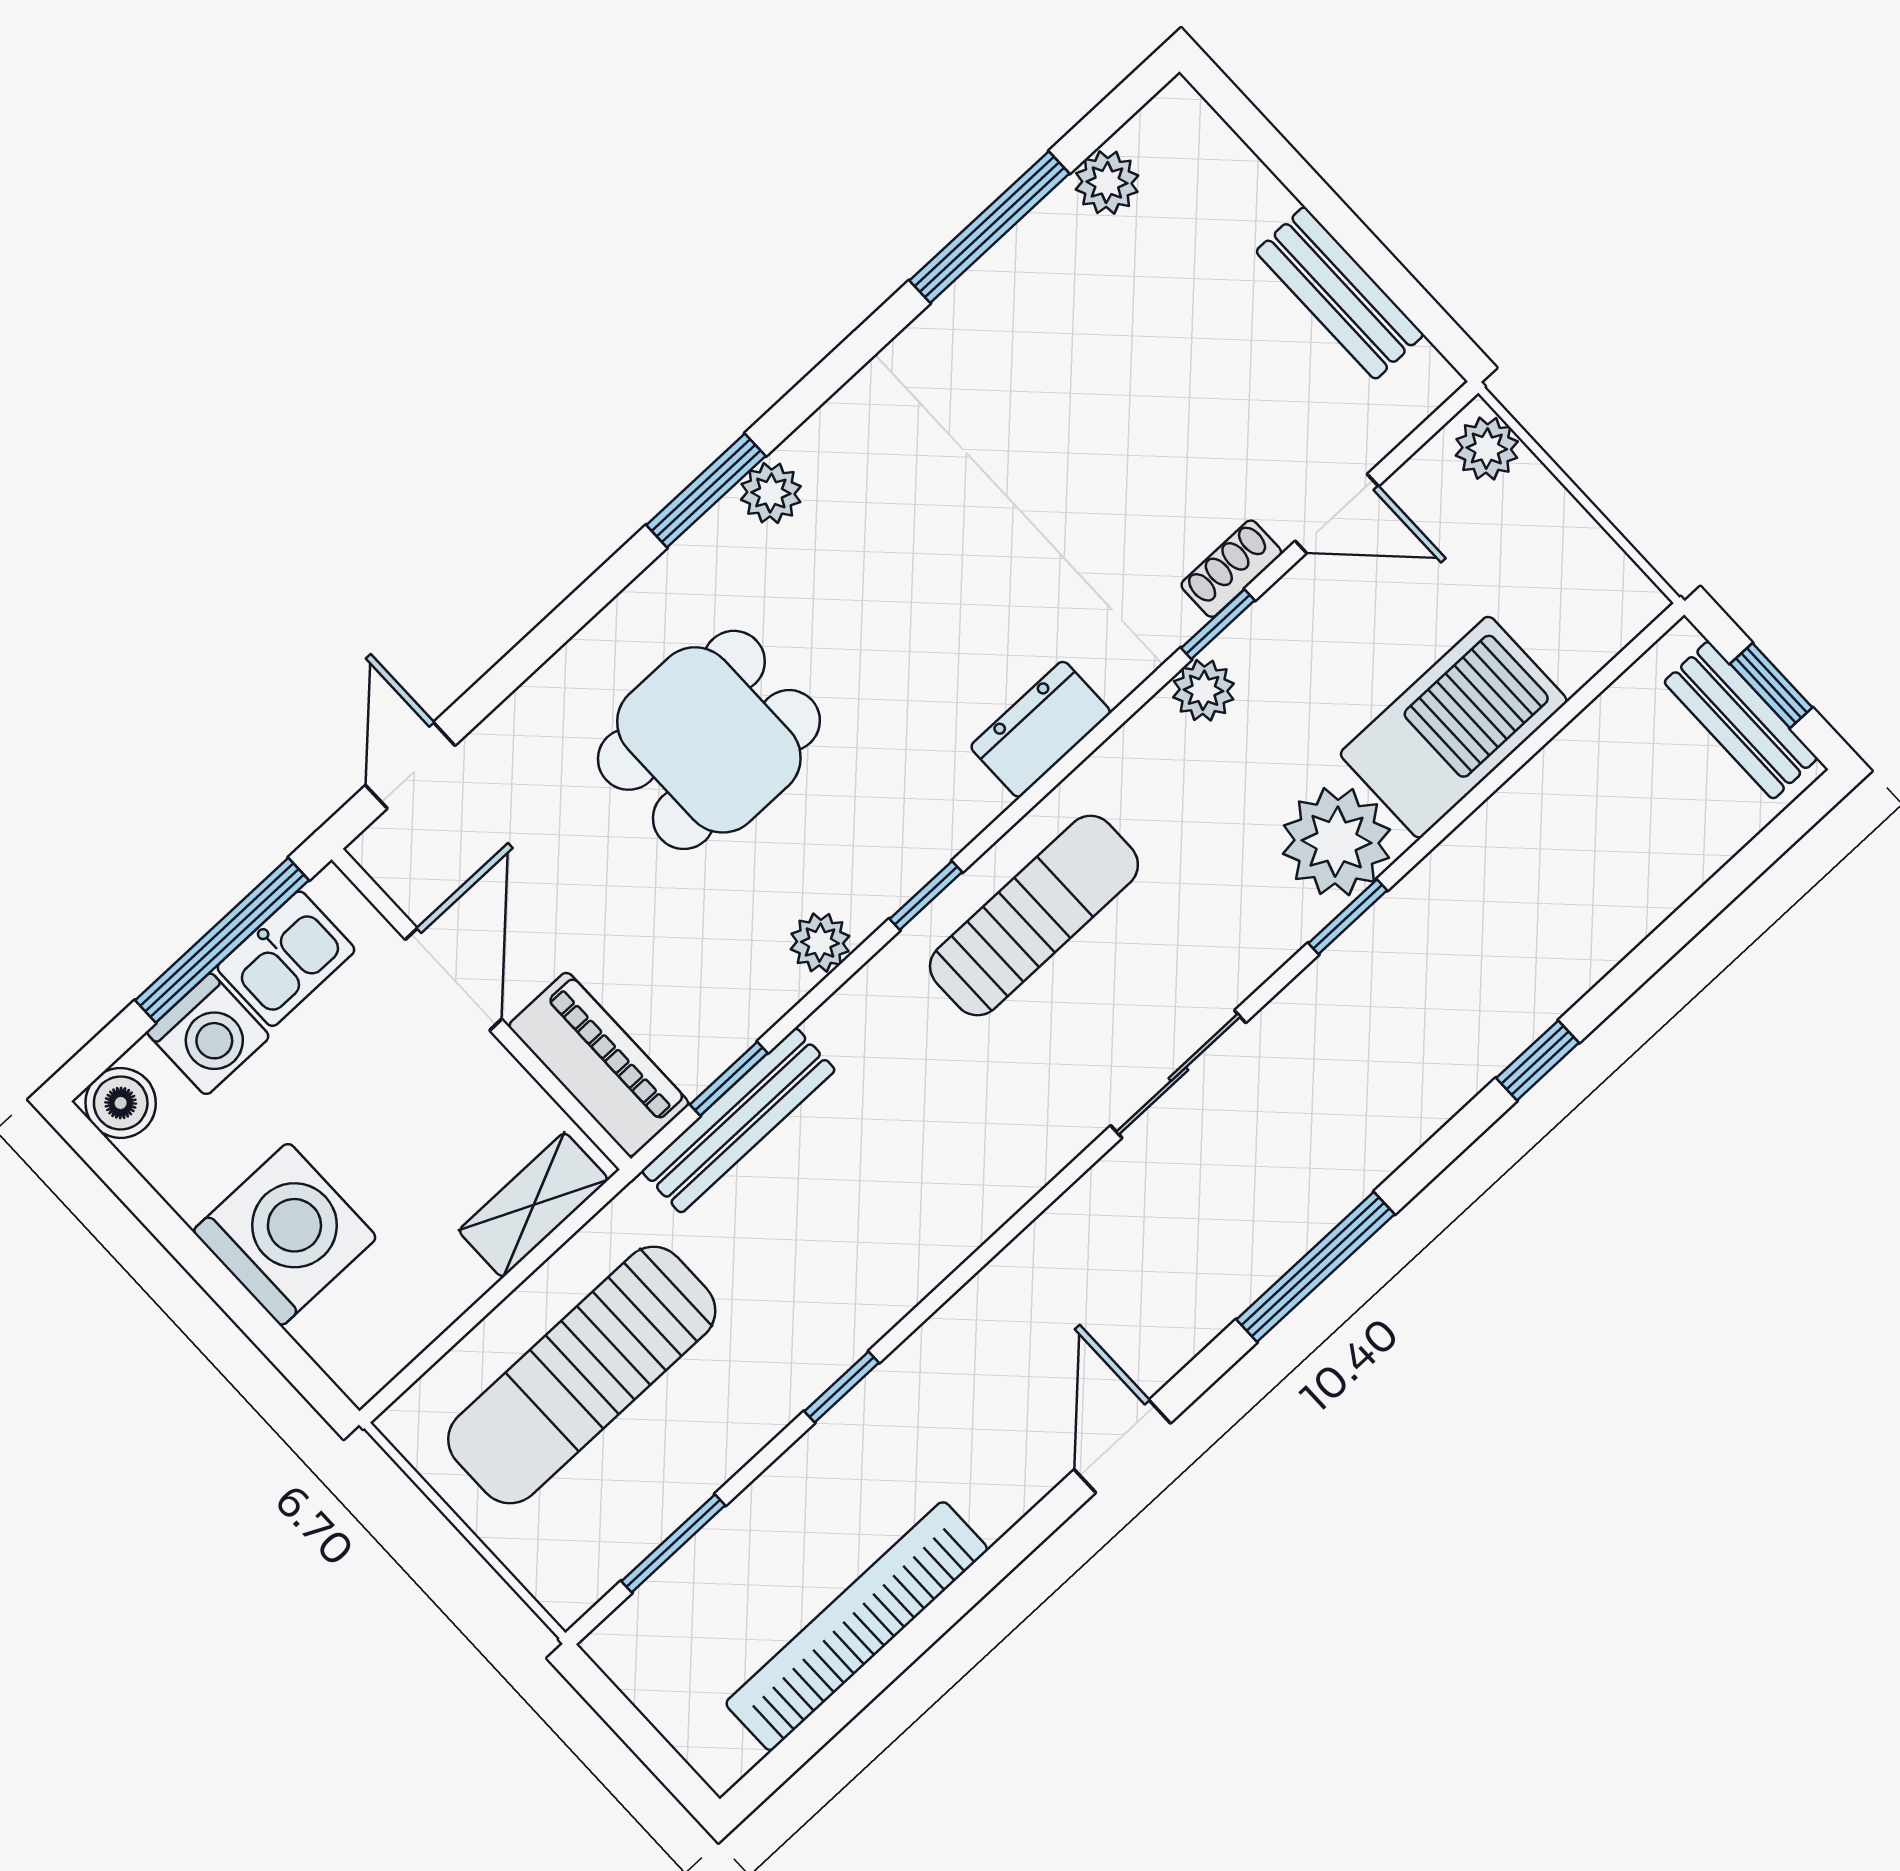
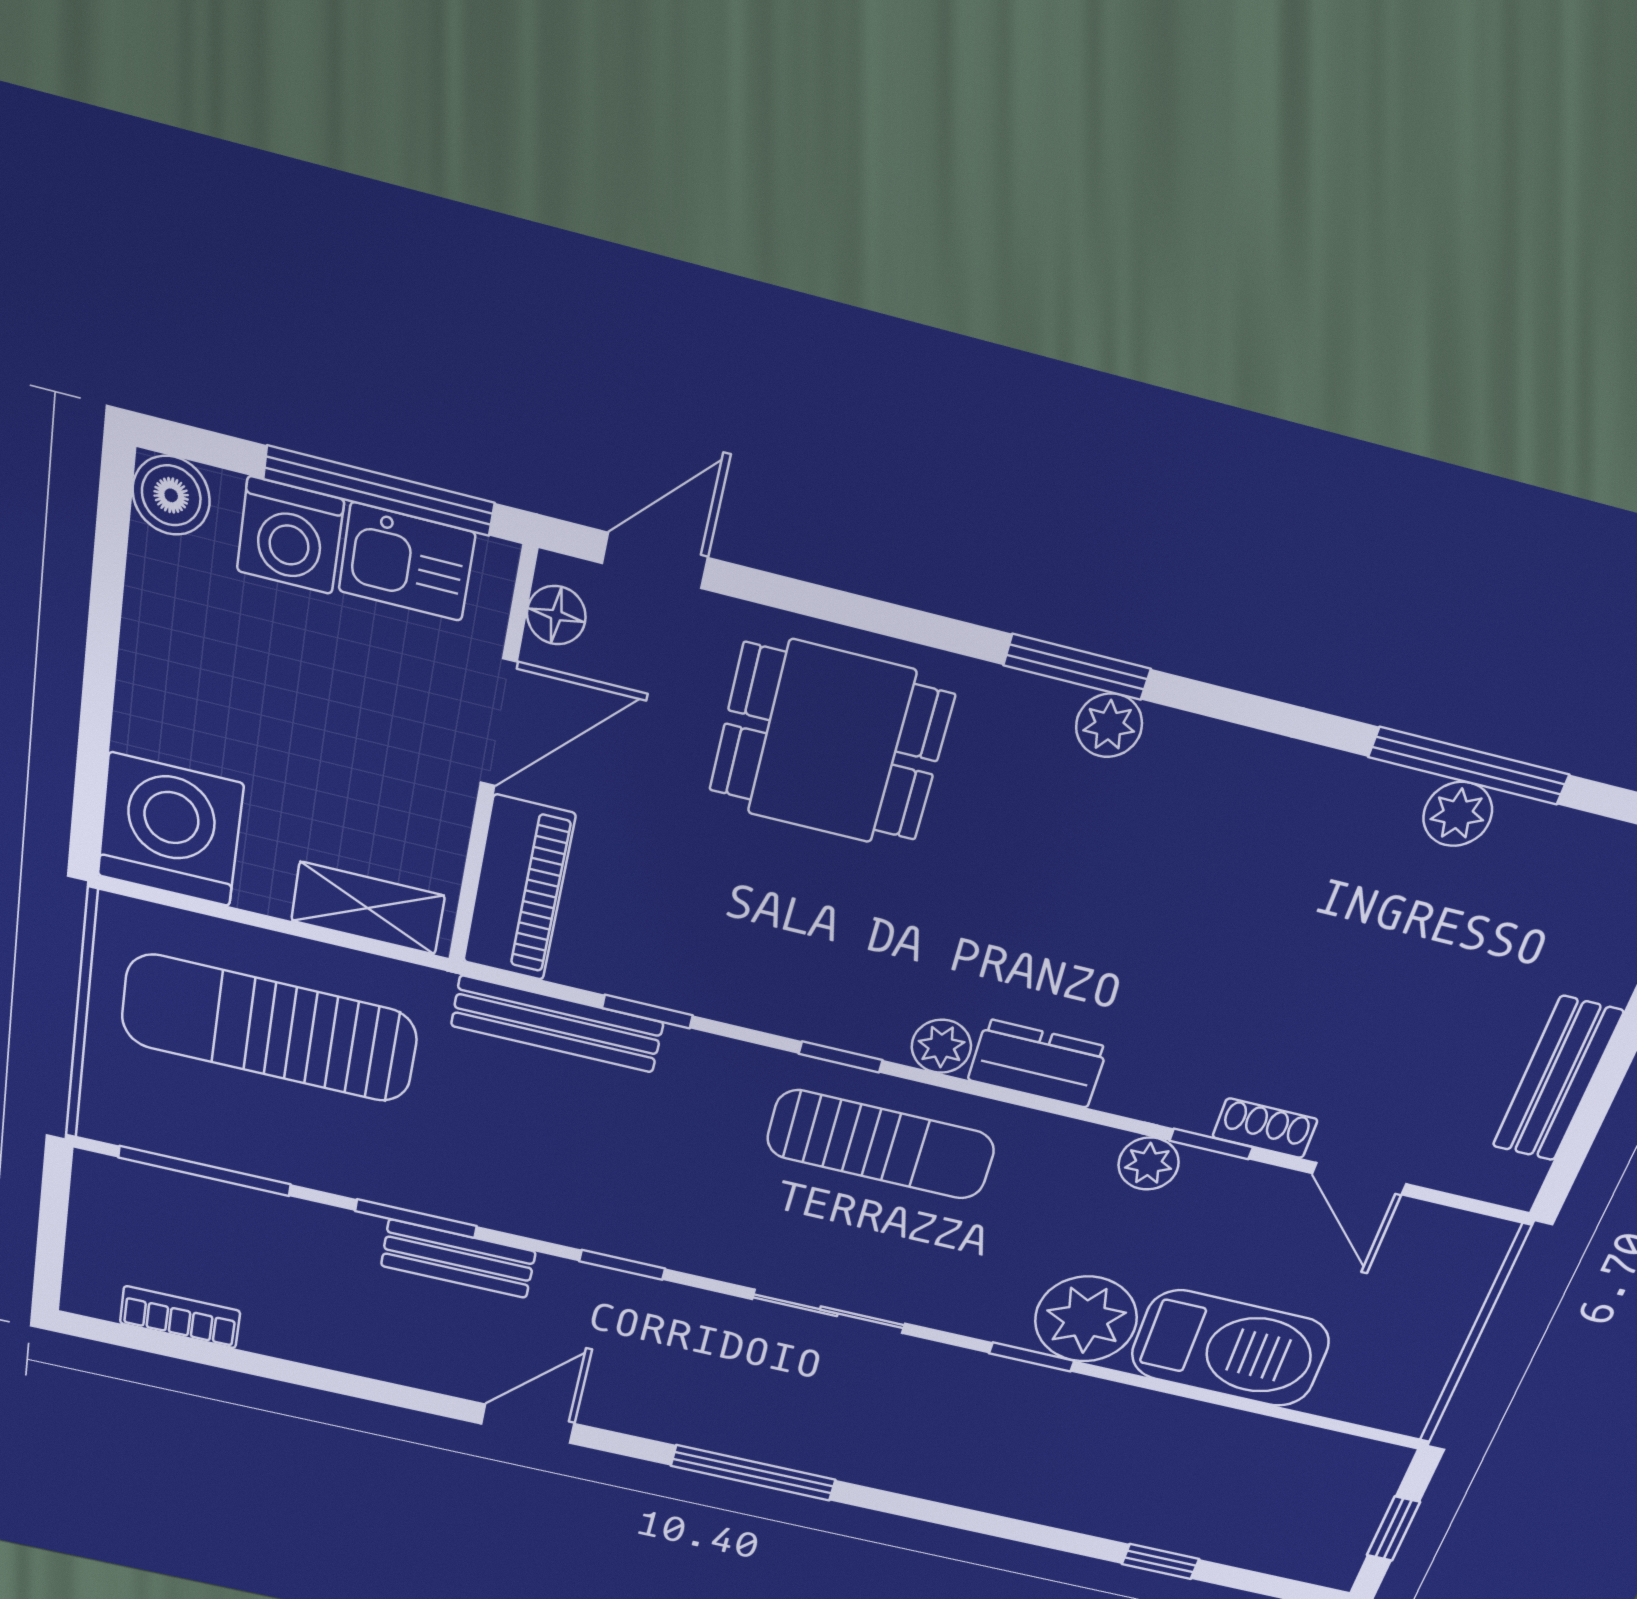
plant: (1107, 182) -> (1458, 814), moved
plant: (1487, 448) -> (1478, 1254), removed
bench: (1741, 720) -> (458, 1259), moved, turned 90
dining table: (709, 740) -> (831, 742), moved
floor lamp: (401, 872) -> (556, 615), added
plant: (820, 943) -> (941, 1046), moved
window: (1538, 1060) -> (1160, 1562), moved
window: (729, 1079) -> (647, 1012), moved
window: (1008, 1232) -> (622, 1265), added
washing machine: (285, 1234) -> (170, 830), moved, turned -90
window: (842, 1387) -> (416, 1218), width x1.50
window: (673, 1543) -> (205, 1171), width x1.44
bookcase: (857, 1626) -> (180, 1317), width x0.43, depth x0.76

